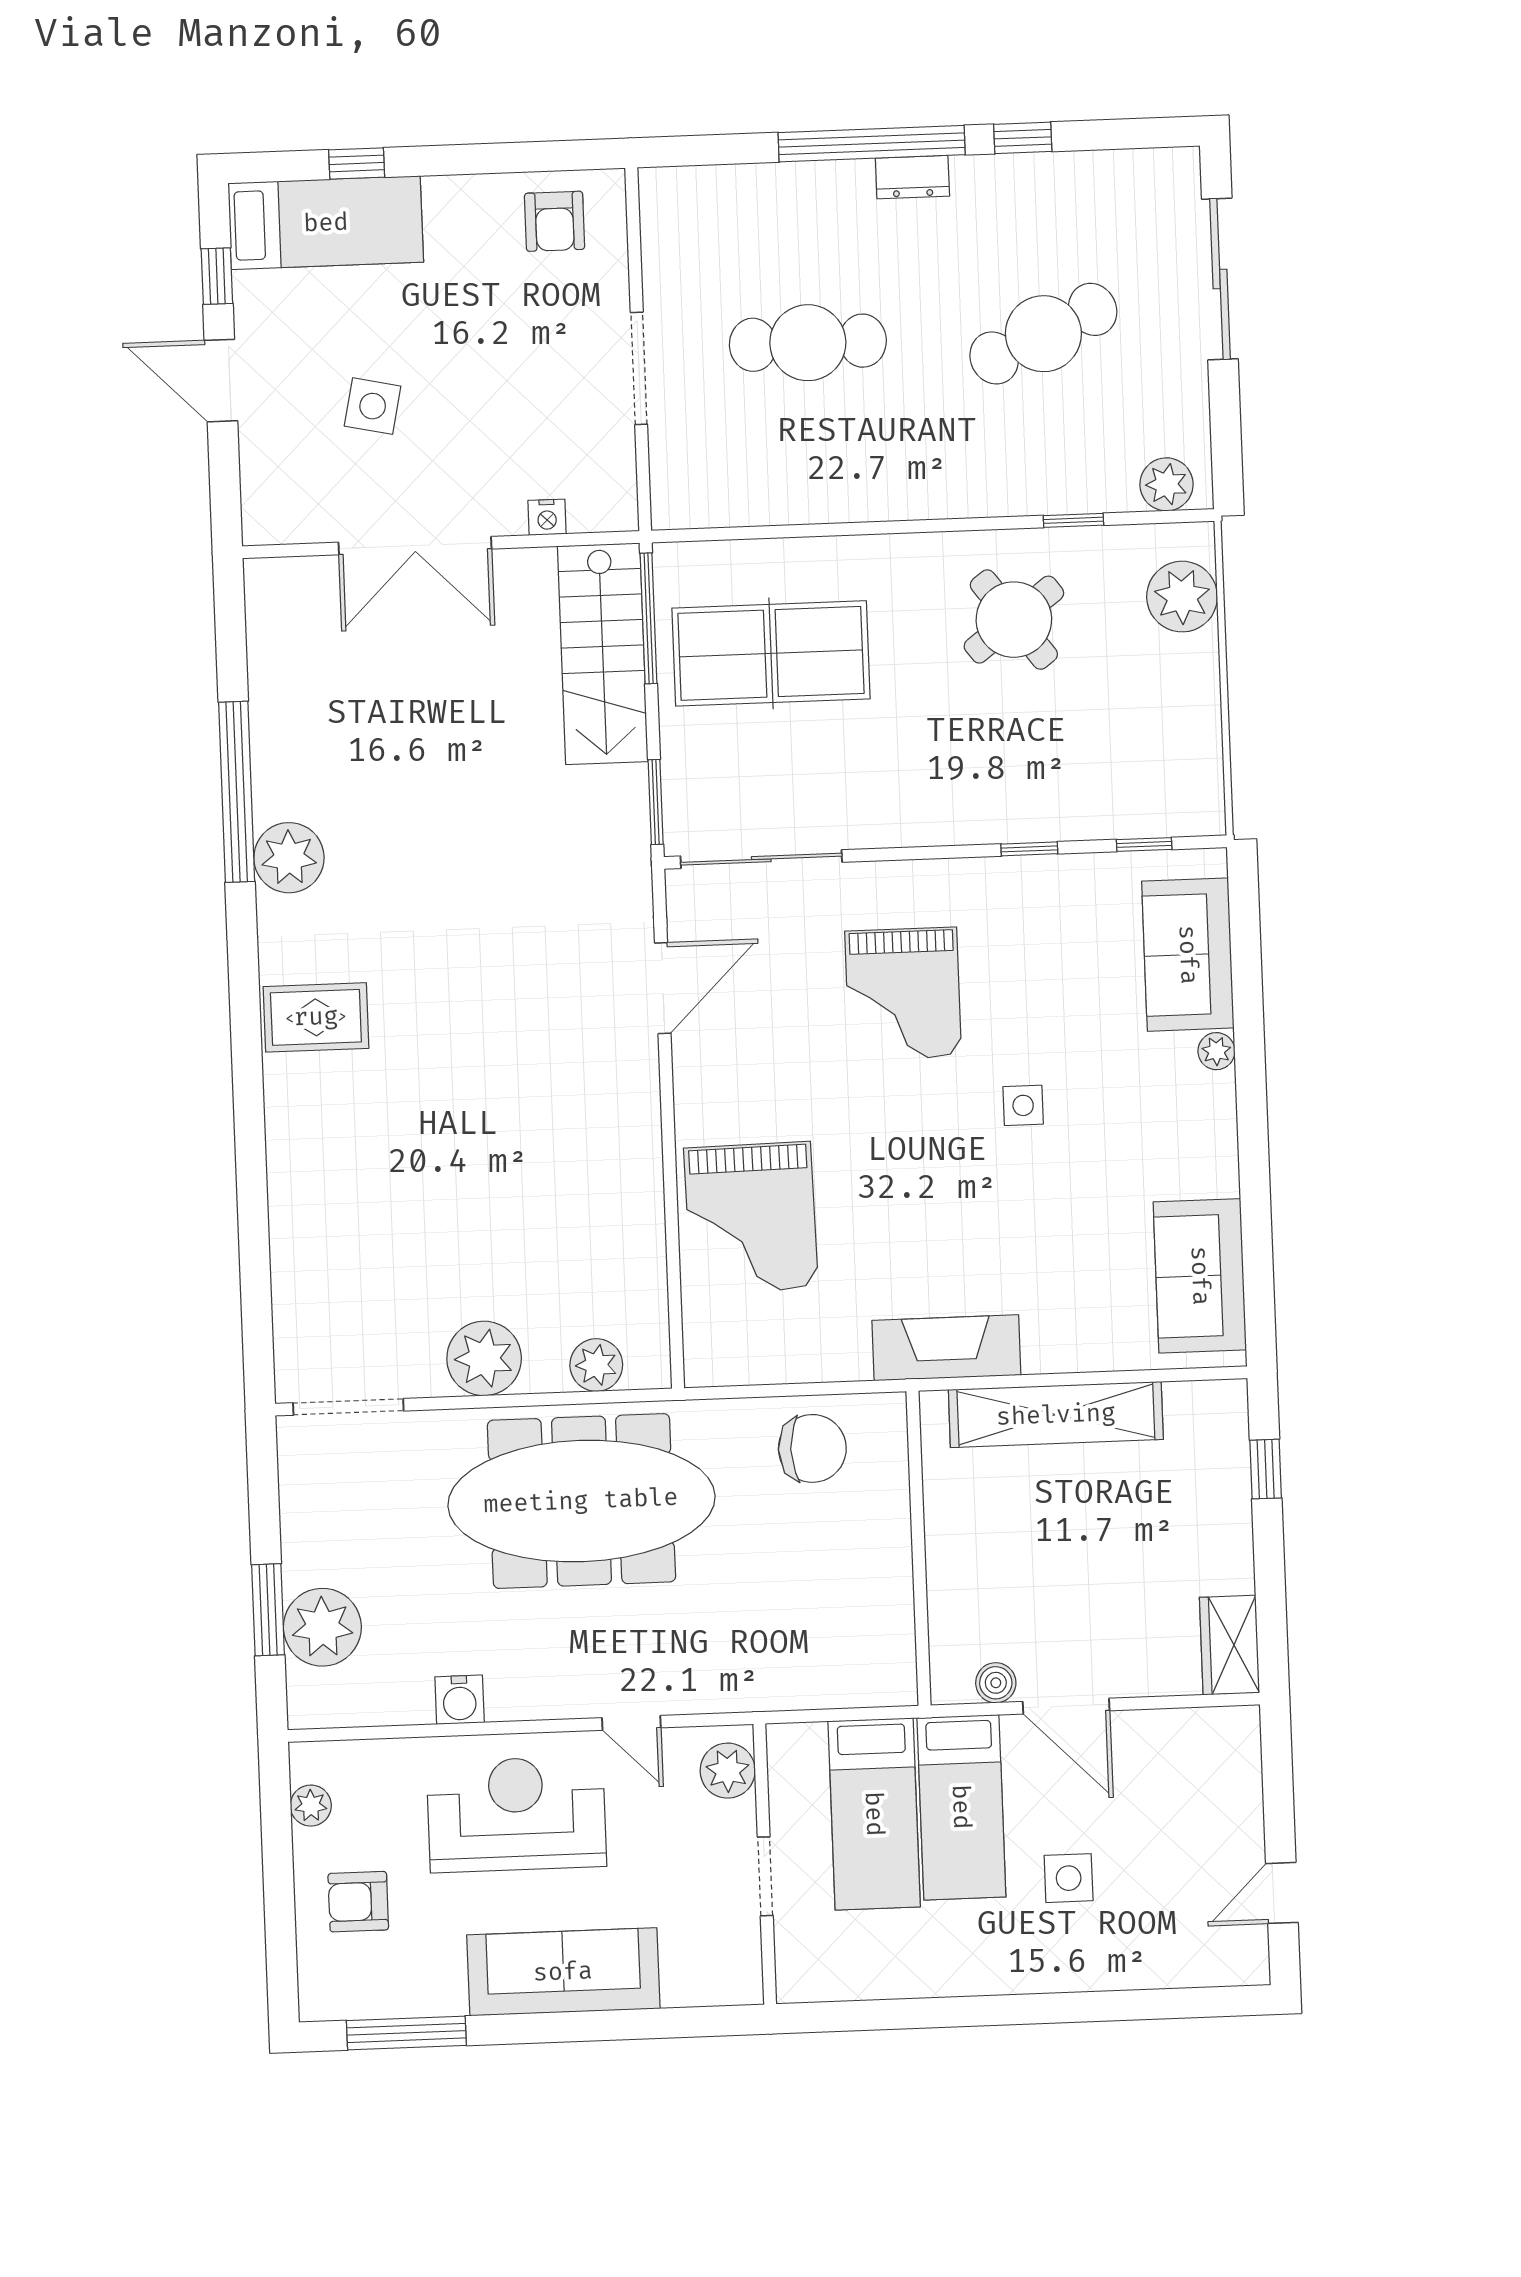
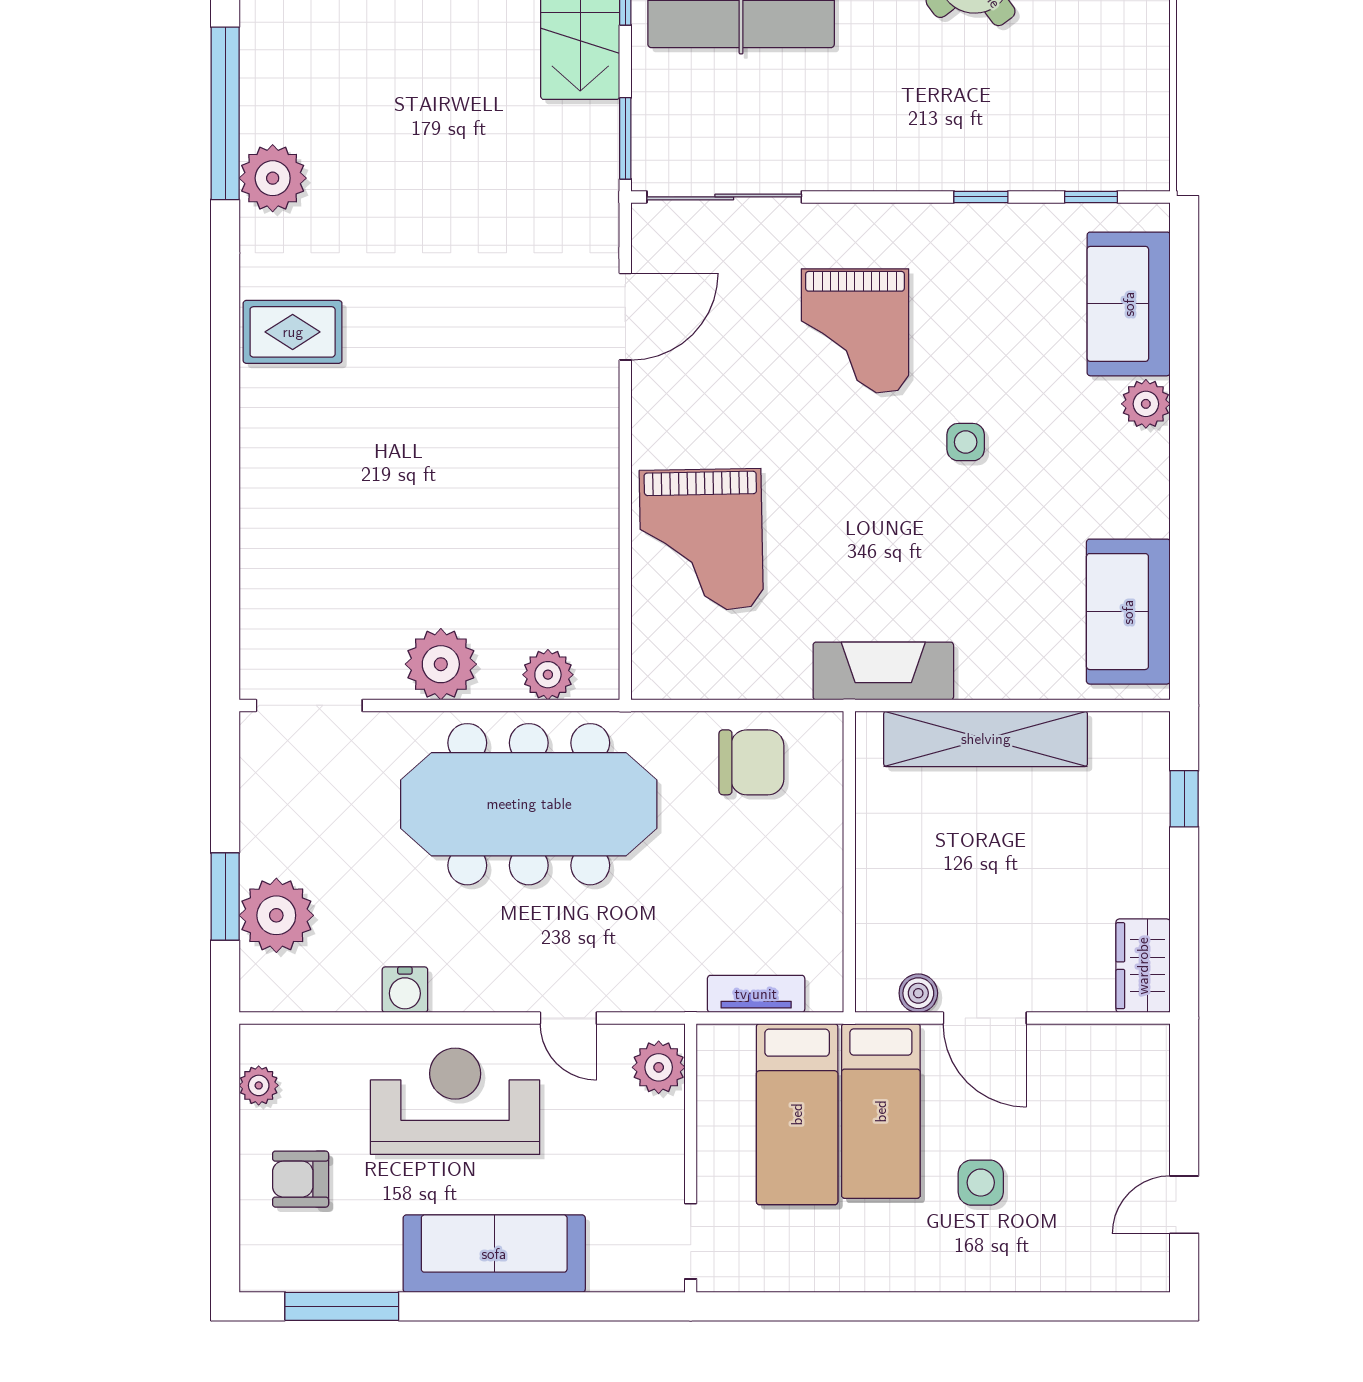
plant: (1216, 1051) -> (1146, 404), width x1.38, depth x1.38
tv unit: (826, 1690) -> (756, 994), added
doorway: (765, 1876) -> (691, 1241), moved

